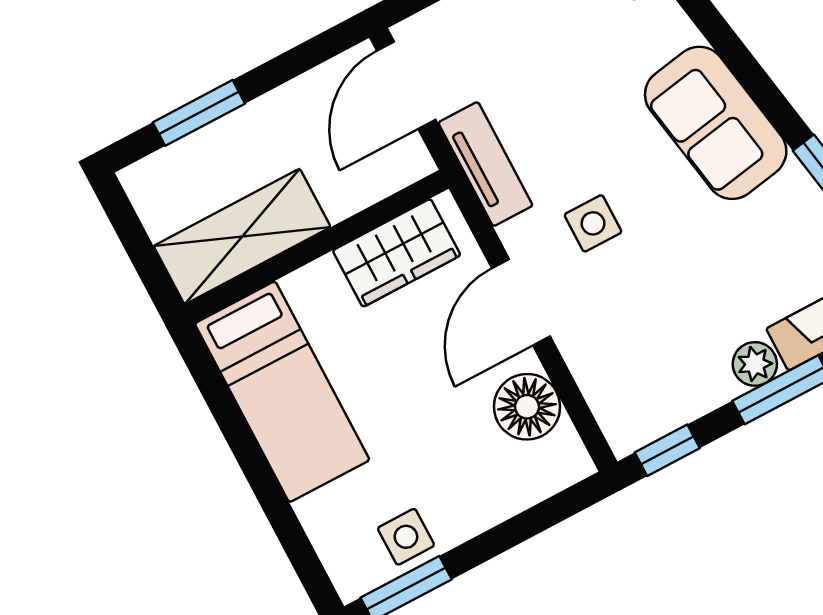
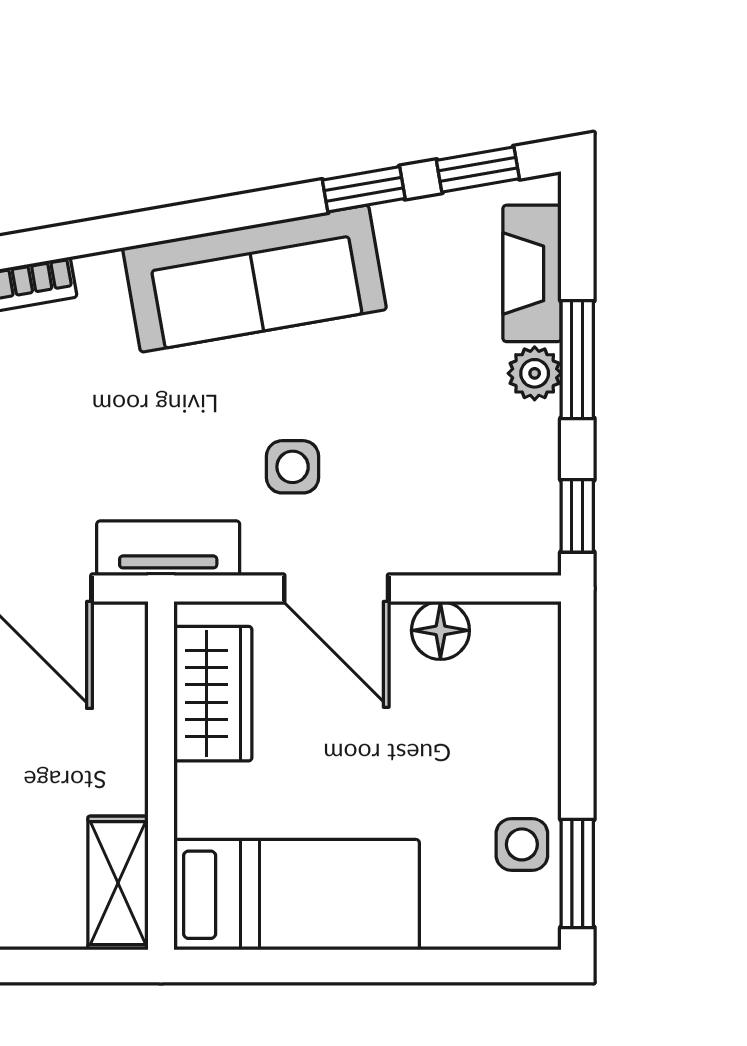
sofa: (716, 123) -> (254, 279), width x1.36
shelving: (242, 237) -> (118, 883), width x0.67, depth x0.75
floor lamp: (527, 407) -> (440, 630), width x0.73, depth x0.73

